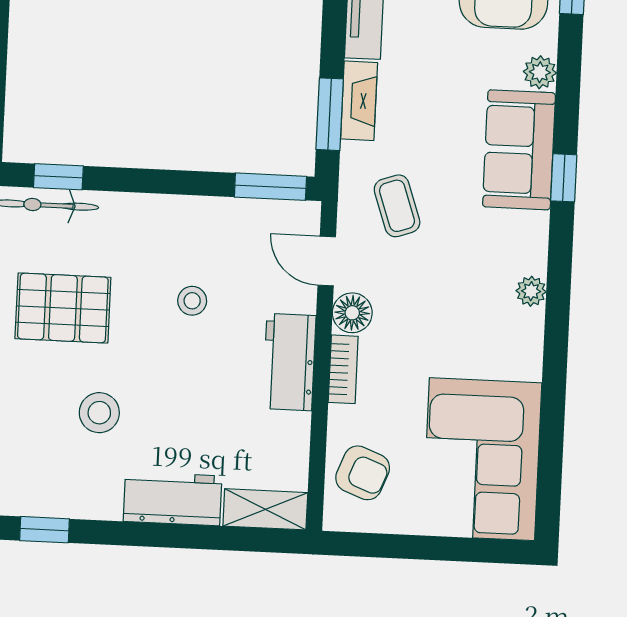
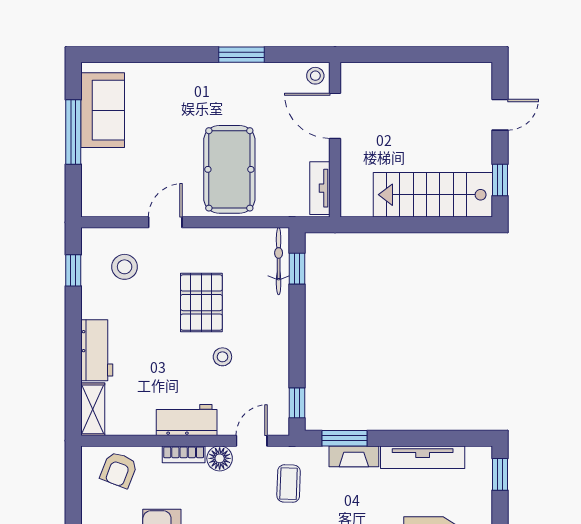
window: (270, 187) -> (297, 403), width x0.67
coffee table: (397, 206) -> (289, 484), turned -69
pallet: (63, 308) -> (201, 303), moved
stool: (99, 413) -> (125, 267), moved

